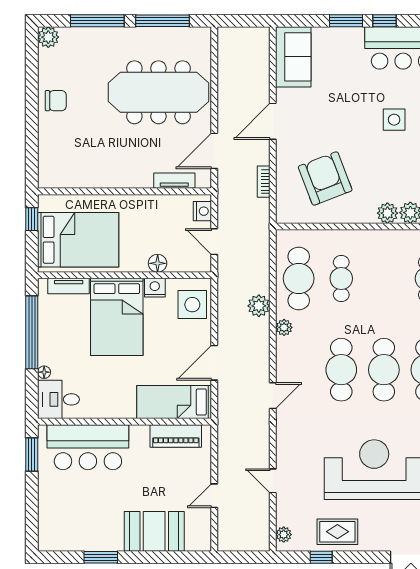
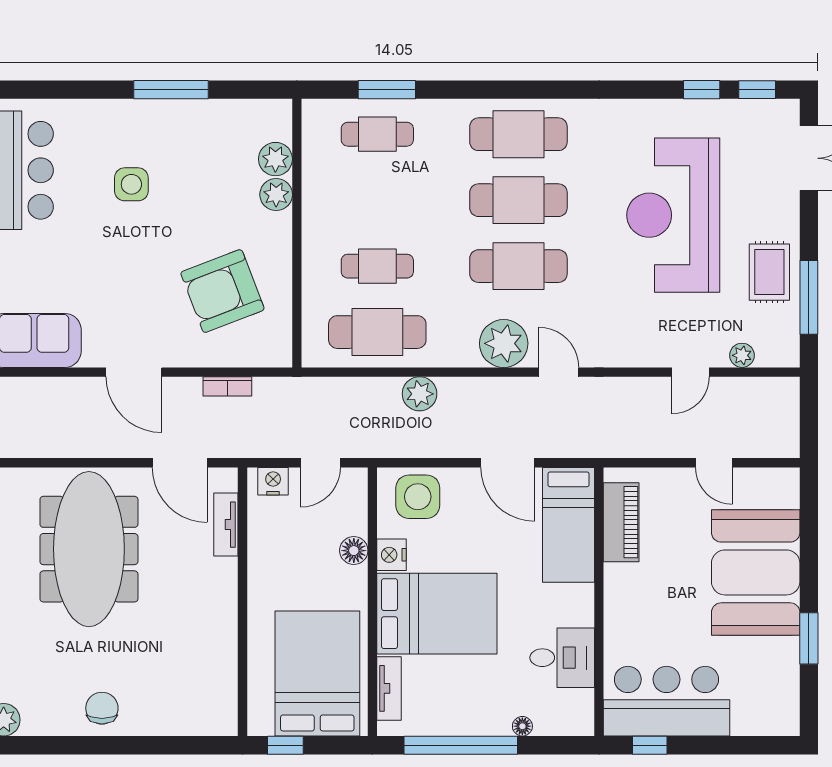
plant: (284, 327) -> (504, 343), moved, width x1.88, depth x1.88
desk: (58, 399) -> (562, 658), moved, turned -90
bar counter: (88, 447) -> (666, 701), moved, turned -90
window: (32, 454) -> (650, 745), width x0.67
booth: (154, 531) -> (756, 572), width x1.36, depth x1.42
plant: (284, 535) -> (742, 355), moved
window: (321, 557) -> (809, 297), width x2.17

